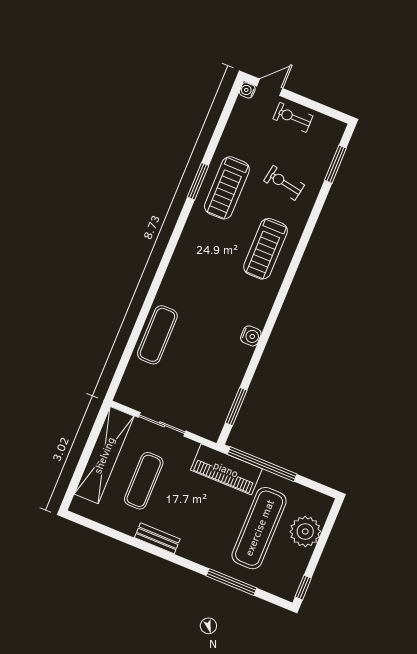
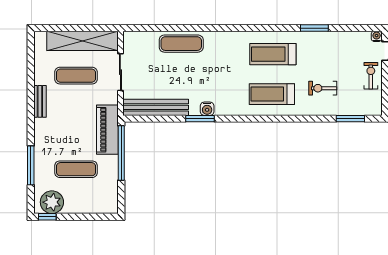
window: (198, 181) -> (314, 28), moved
exercise bike: (284, 183) -> (323, 88), turned -100
treadmill: (227, 188) -> (273, 54), moved
bench: (223, 399) -> (156, 107), added
window: (236, 407) -> (200, 119), moved
exercise mat: (259, 528) -> (76, 169), width x0.73, depth x0.69
plant: (305, 531) -> (52, 202), moved

